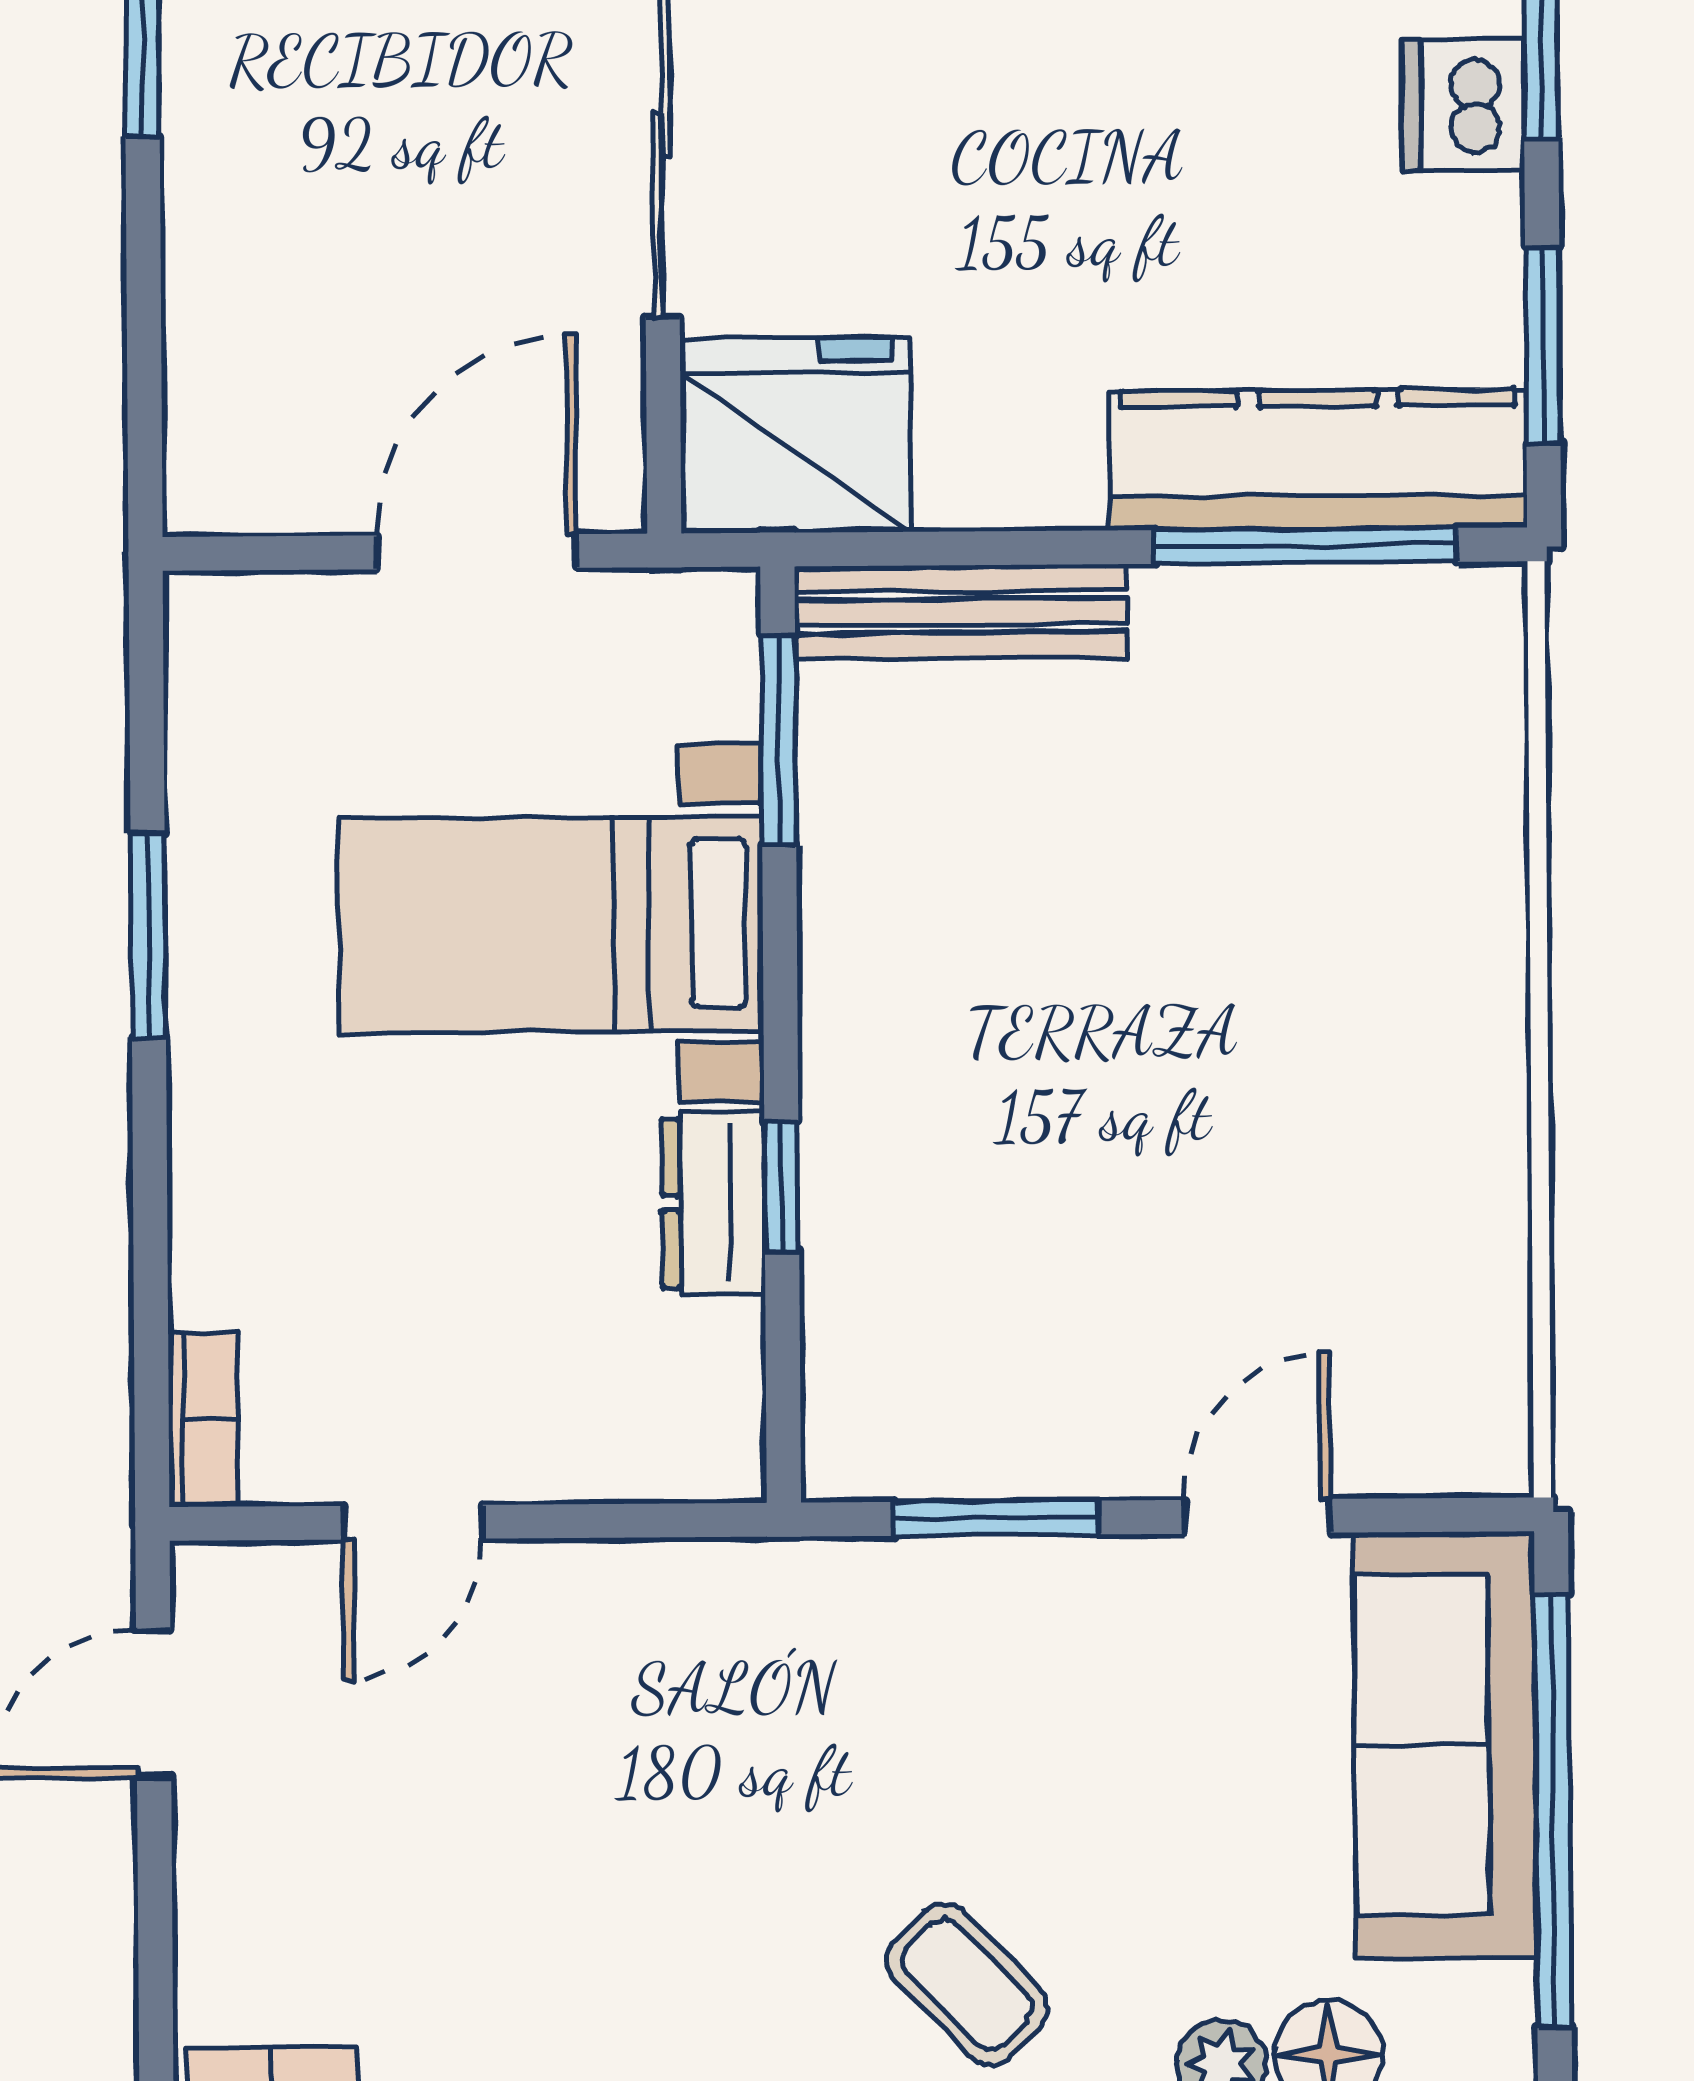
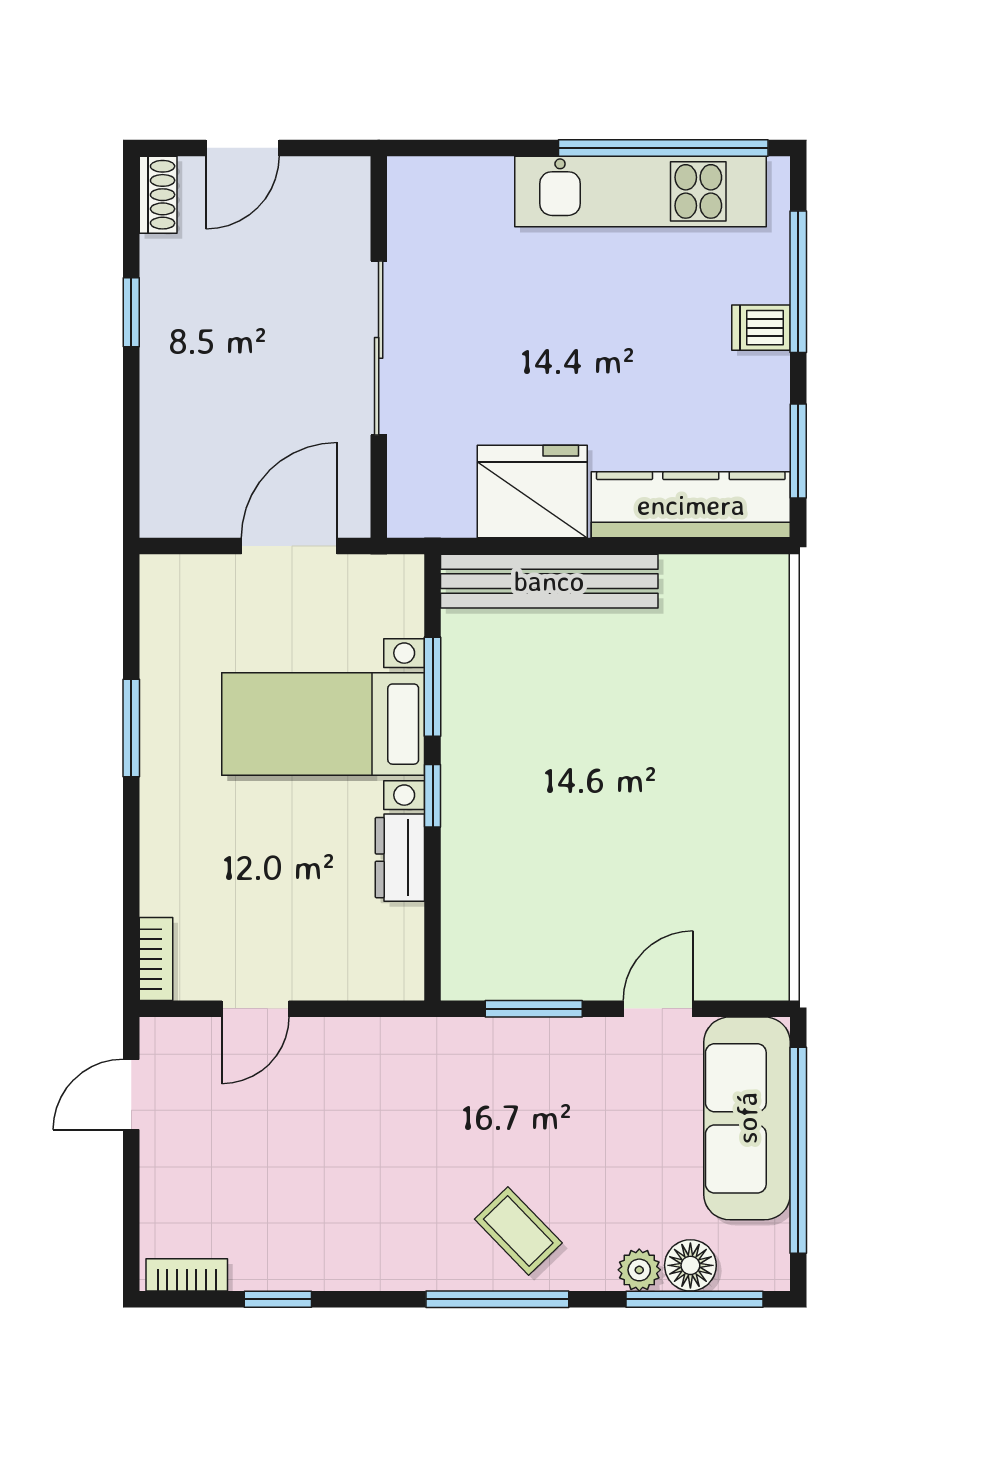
dishwasher: (1463, 105) -> (761, 328), width x0.73
fridge: (796, 435) -> (532, 492), moved
window: (1306, 546) -> (684, 546), removed
bench: (961, 612) -> (549, 581), width x1.37, depth x1.21
window: (779, 740) -> (433, 687), moved
window: (782, 1187) -> (433, 796), moved

